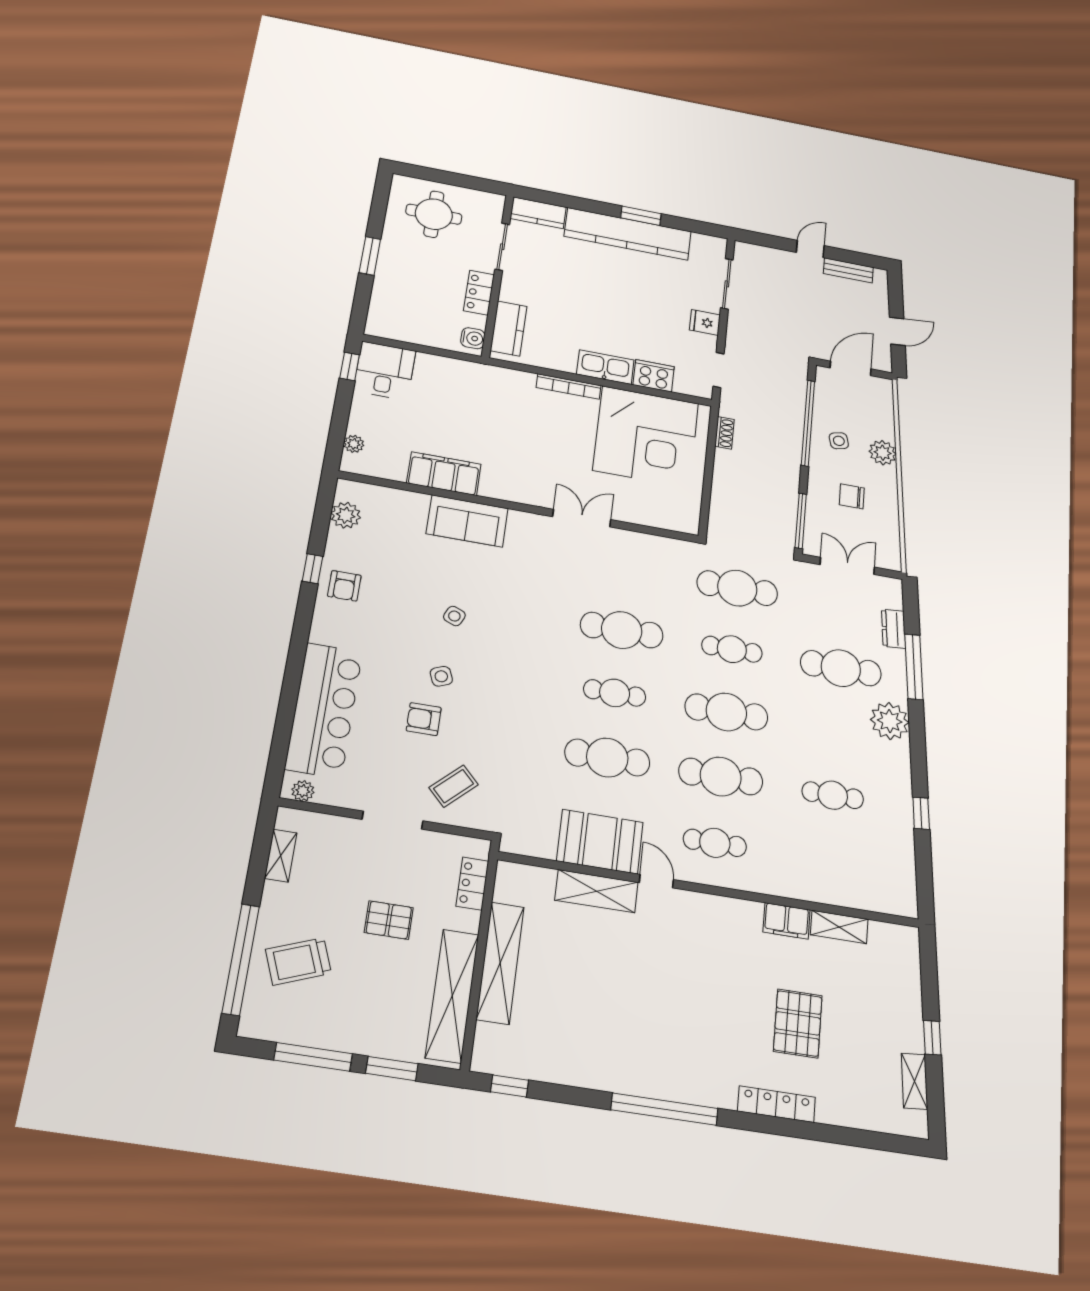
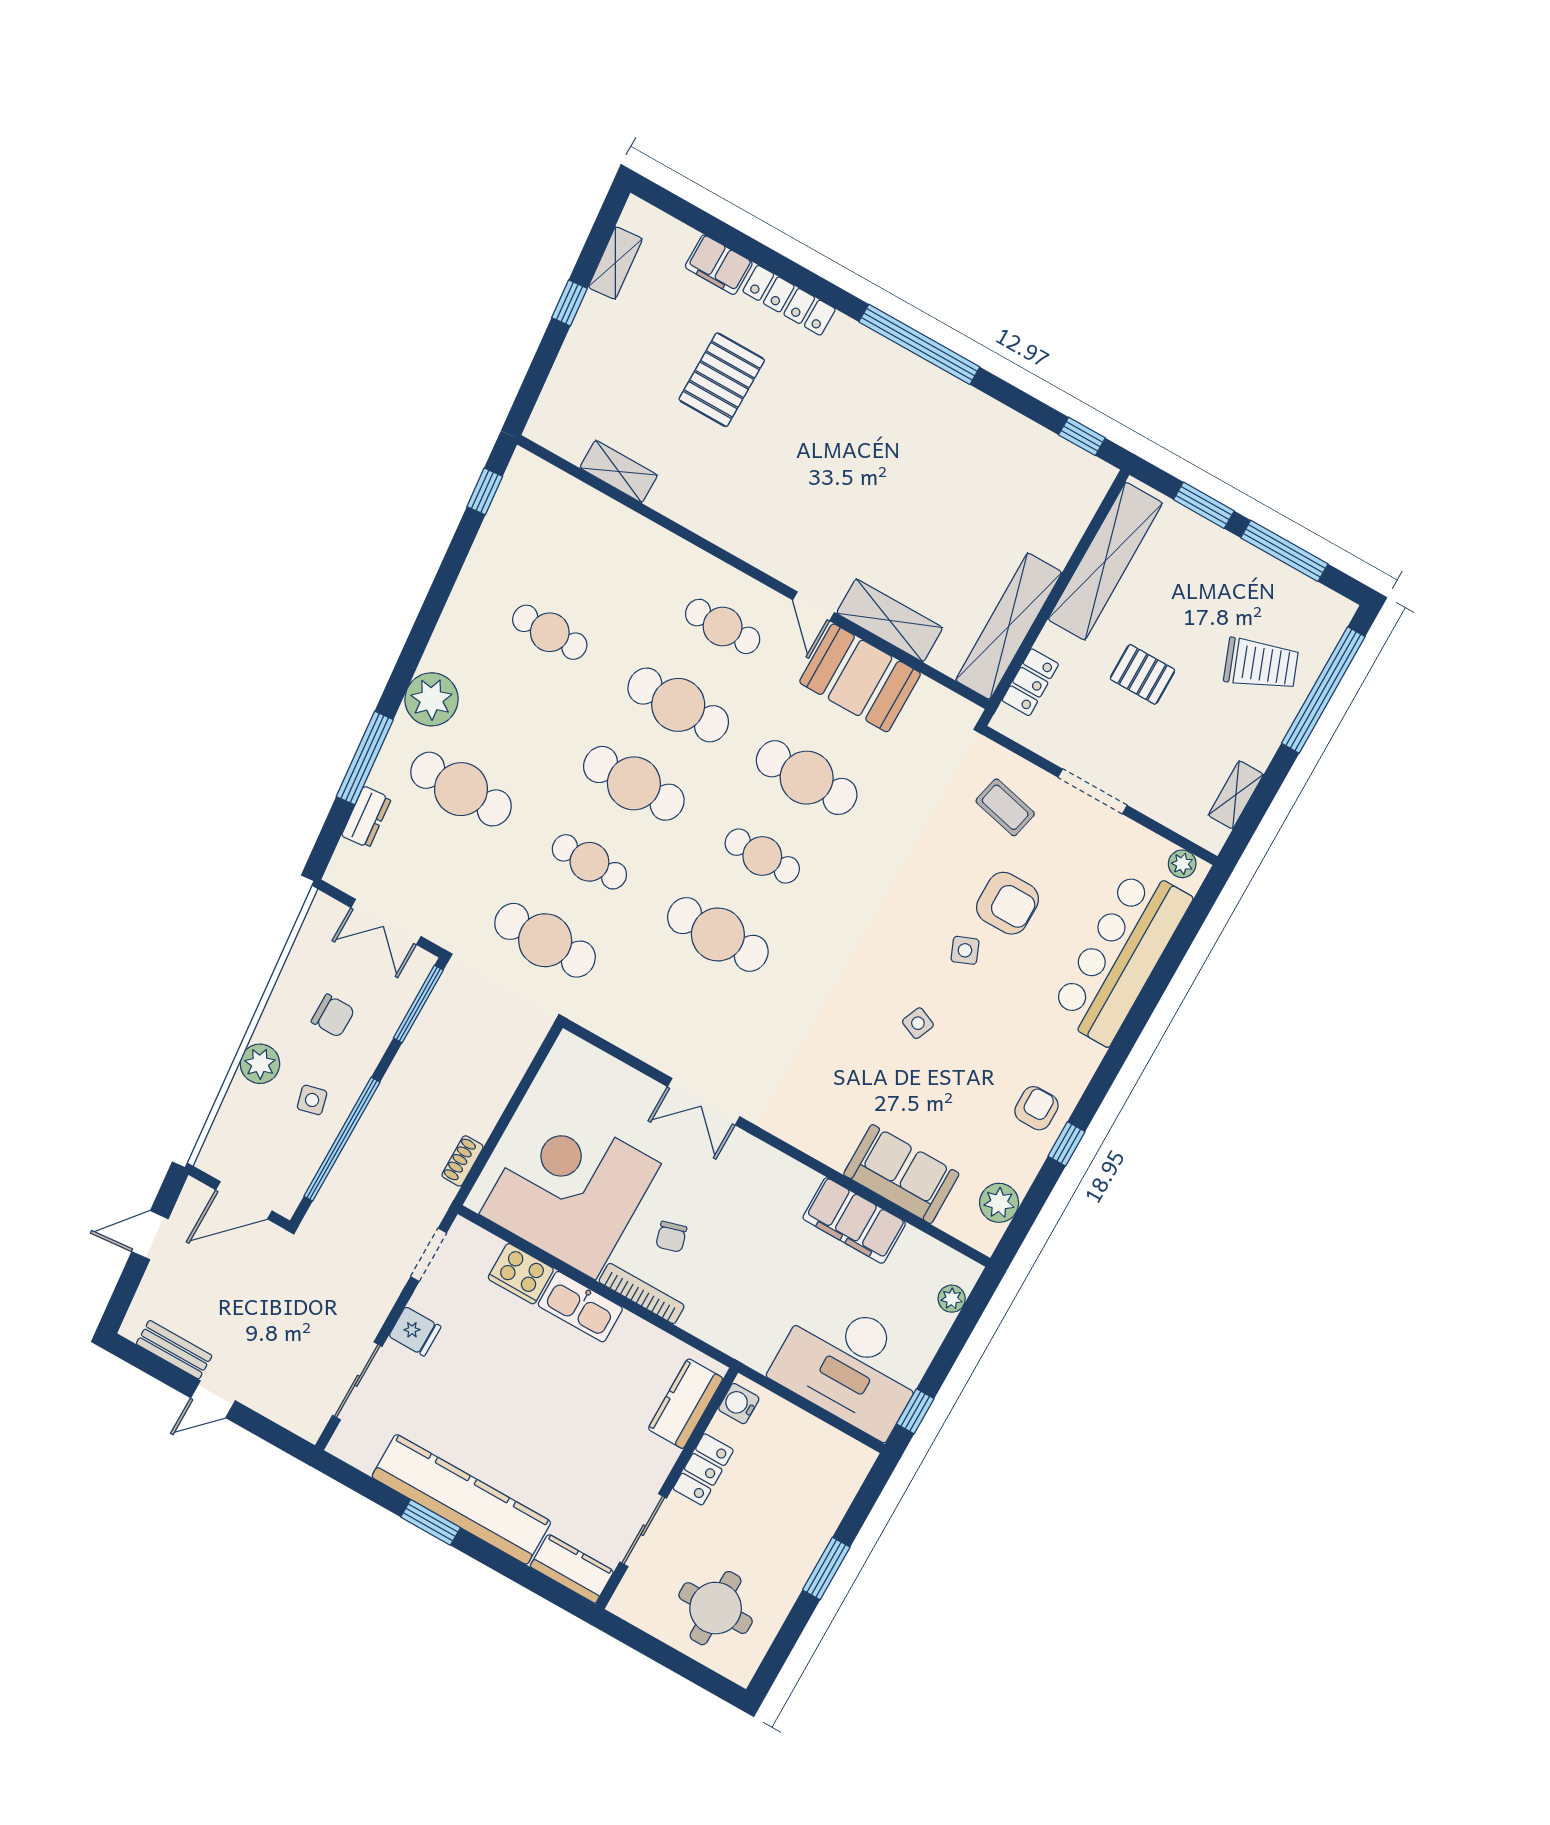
desk: (385, 371) -> (850, 1365), width x1.87, depth x1.30
chair: (565, 427) -> (671, 1237), added
sofa: (467, 521) -> (901, 1174), moved
armchair: (424, 719) -> (1008, 903), width x1.38, depth x1.38
coffee table: (454, 786) -> (1005, 807), turned 57
window: (921, 813) -> (485, 491), moved
filing cabinet: (787, 921) -> (719, 265), moved, turned 180
shelving: (500, 963) -> (1009, 626), moved

